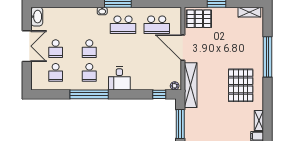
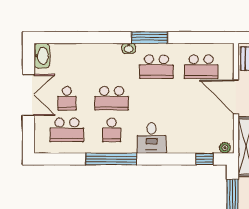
school desk: (89, 49) -> (112, 98), width x1.85
school desk: (56, 72) -> (67, 130), width x1.85

